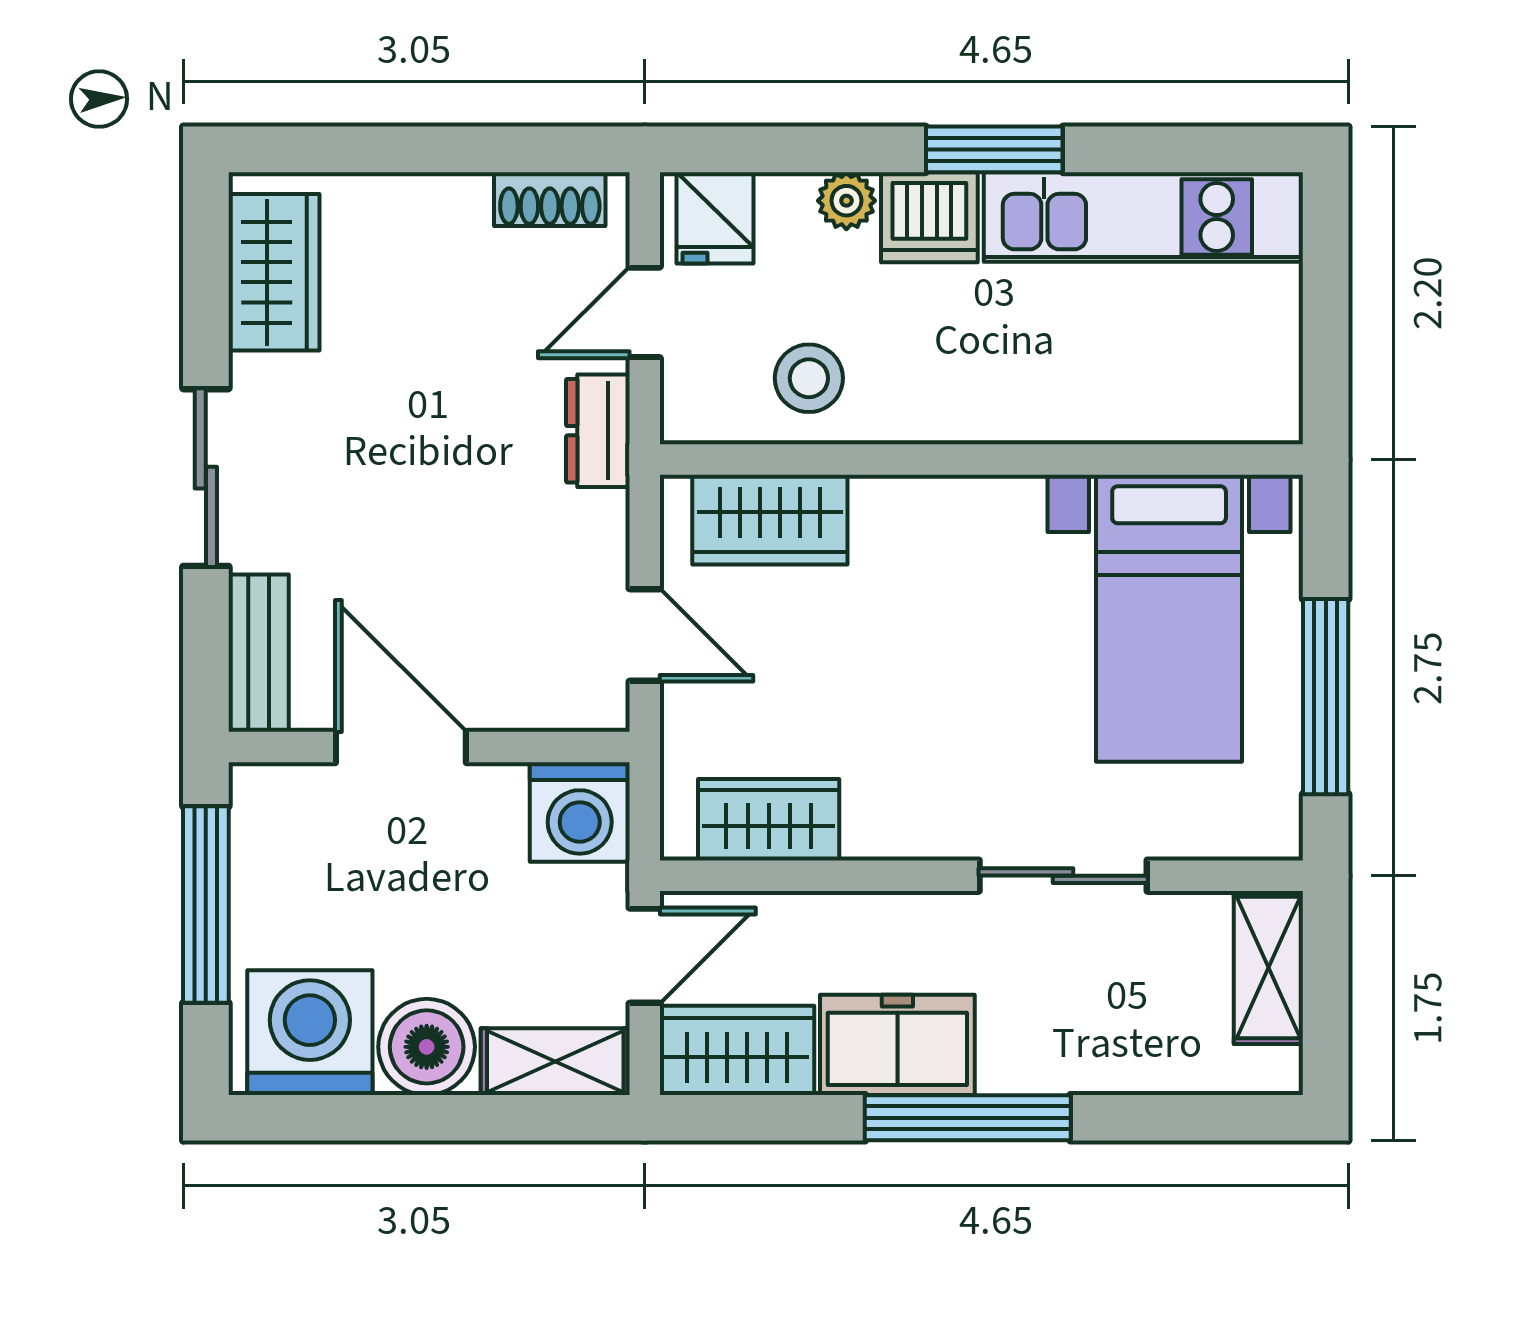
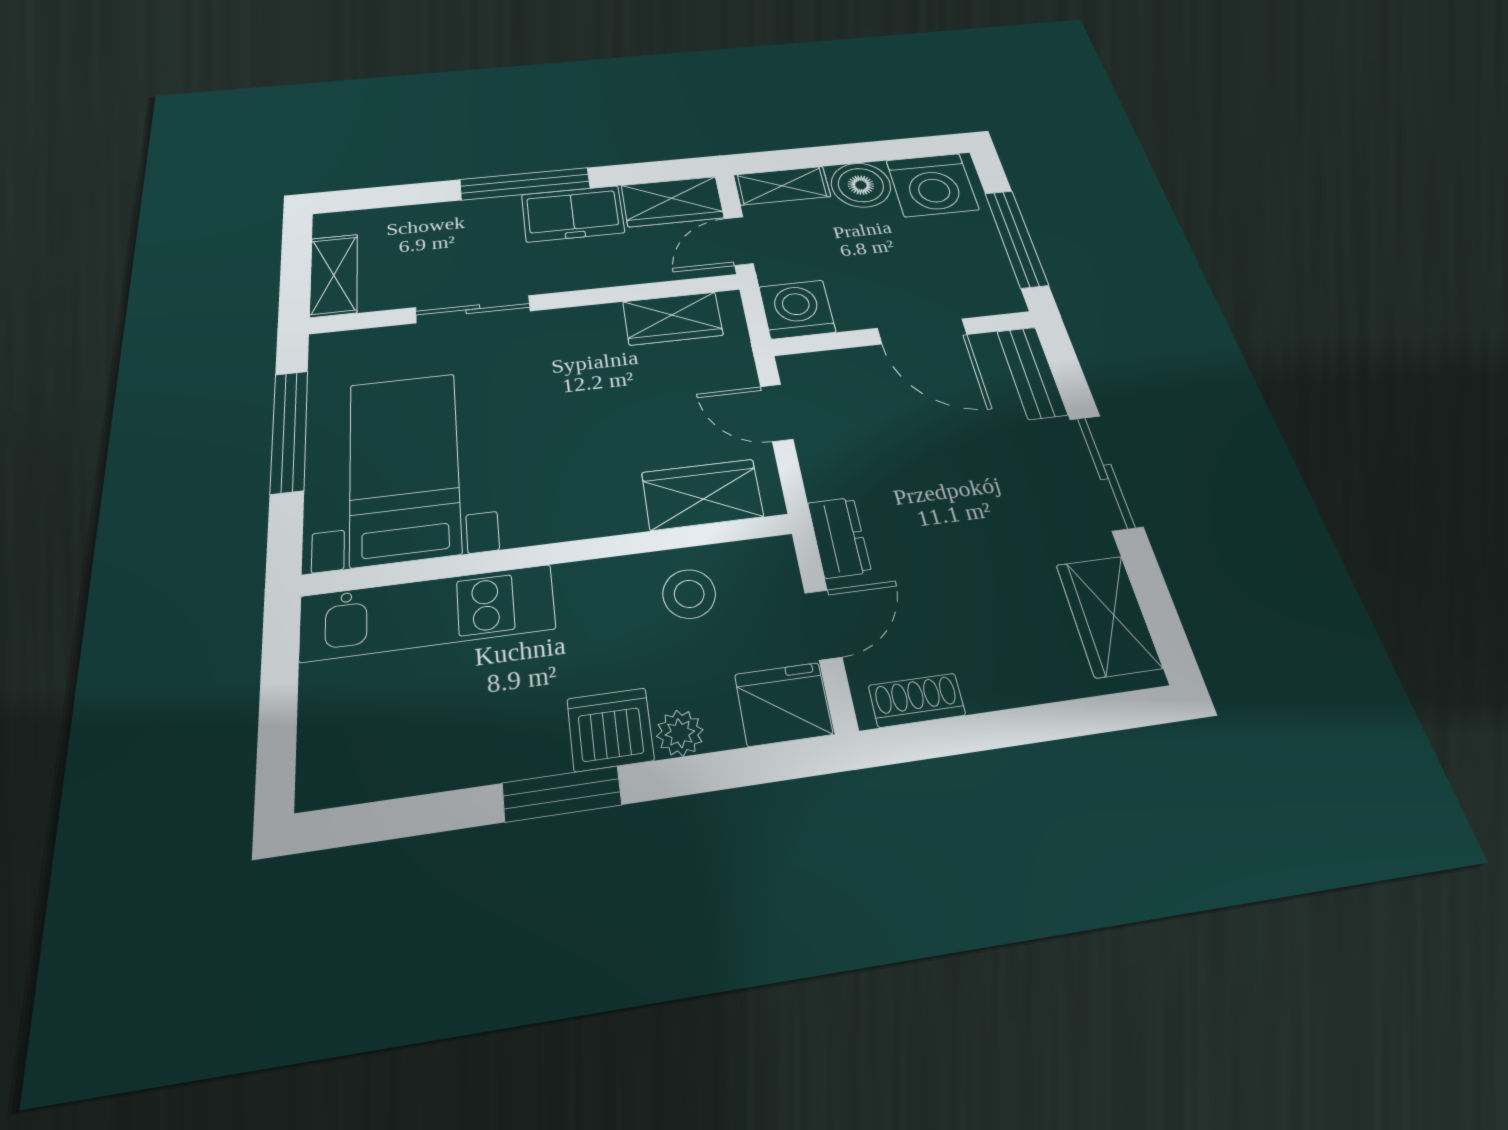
kitchen unit: (1143, 217) -> (428, 613), moved, turned 180
fridge: (715, 218) -> (783, 704), width x1.38

